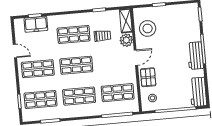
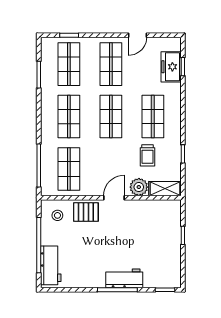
stool: (148, 28) -> (152, 217), removed
workbench: (195, 56) -> (124, 278), moved
door: (136, 58) -> (114, 198), swing flipped
workbench: (198, 92) -> (51, 265), moved, turned 90

